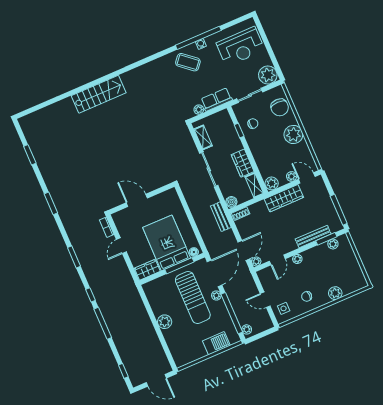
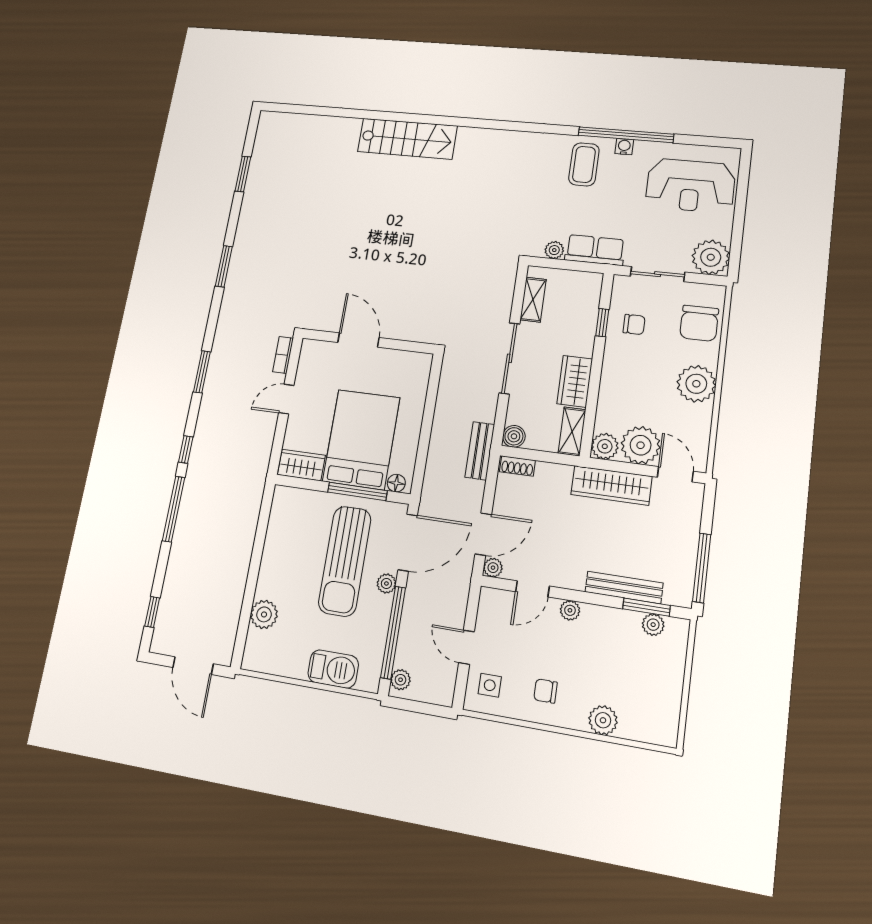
coffee table: (188, 62) -> (584, 164), turned 50
plant: (292, 176) -> (641, 445), width x1.88, depth x1.88
plant: (165, 322) -> (264, 614), moved

